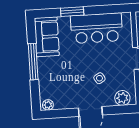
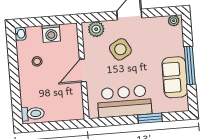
sofa: (47, 37) -> (175, 77), moved
side table: (99, 78) -> (120, 49), width x1.87, depth x1.87

